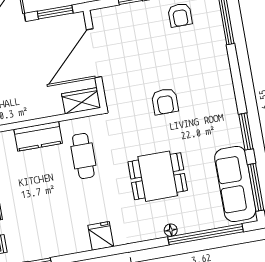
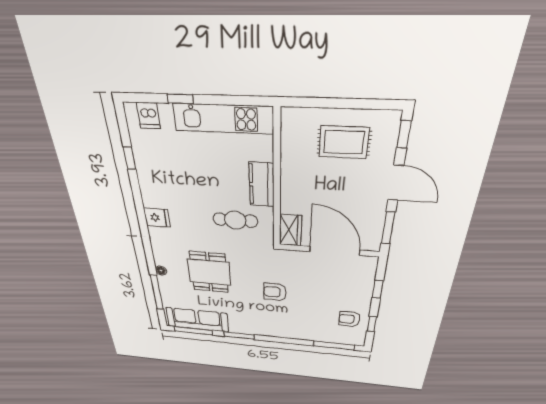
window: (206, 234) -> (157, 292), width x0.68

